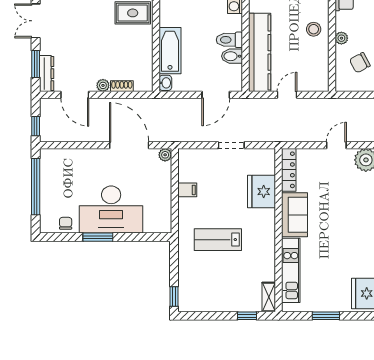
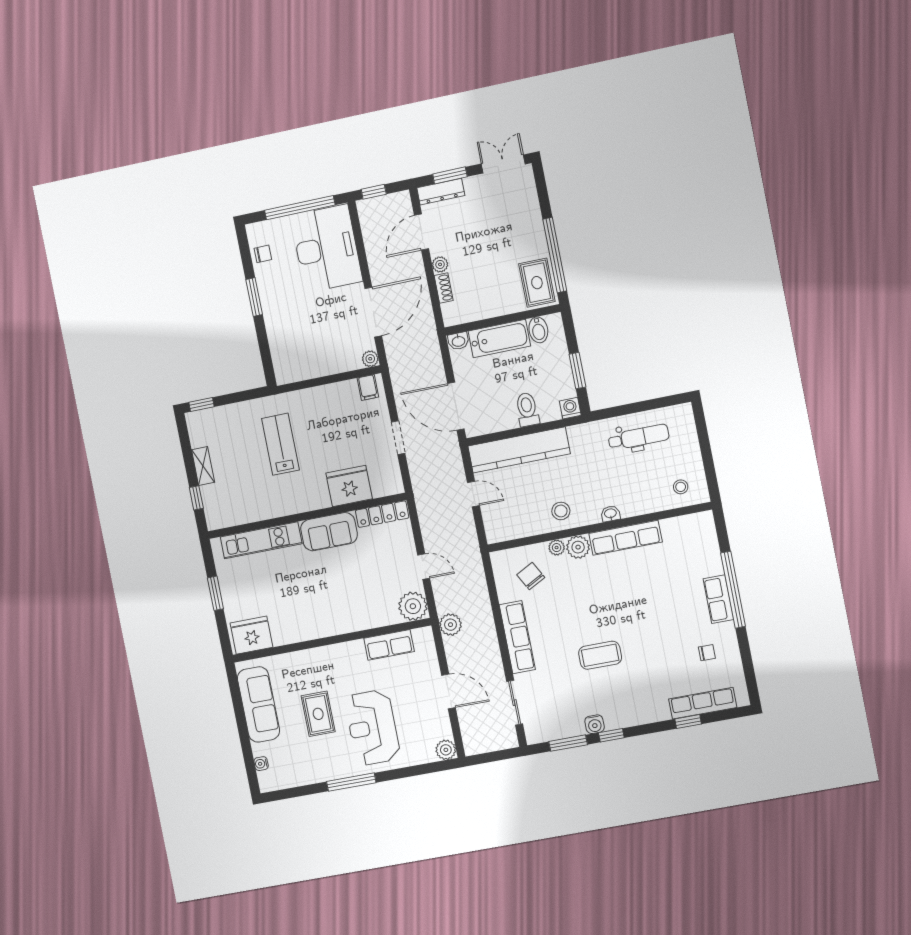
plant: (344, 21) -> (578, 547), added
bidet: (232, 56) -> (538, 330), moved, turned 180
door: (216, 95) -> (456, 406), width x1.36
filing cabinet: (187, 190) -> (368, 387), moved
desk: (111, 210) -> (327, 248), moved, turned 180
shelving: (269, 297) -> (203, 466), moved, turned 90

